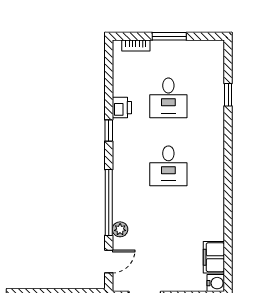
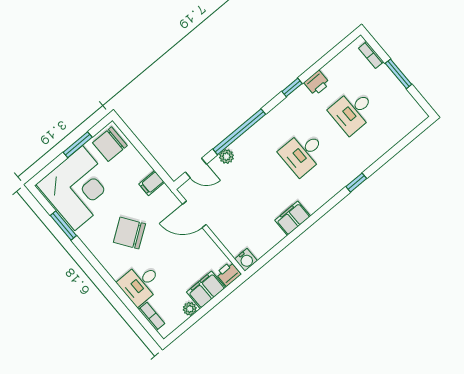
window: (228, 95) -> (356, 183), moved
filing cabinet: (214, 257) -> (293, 218), moved

